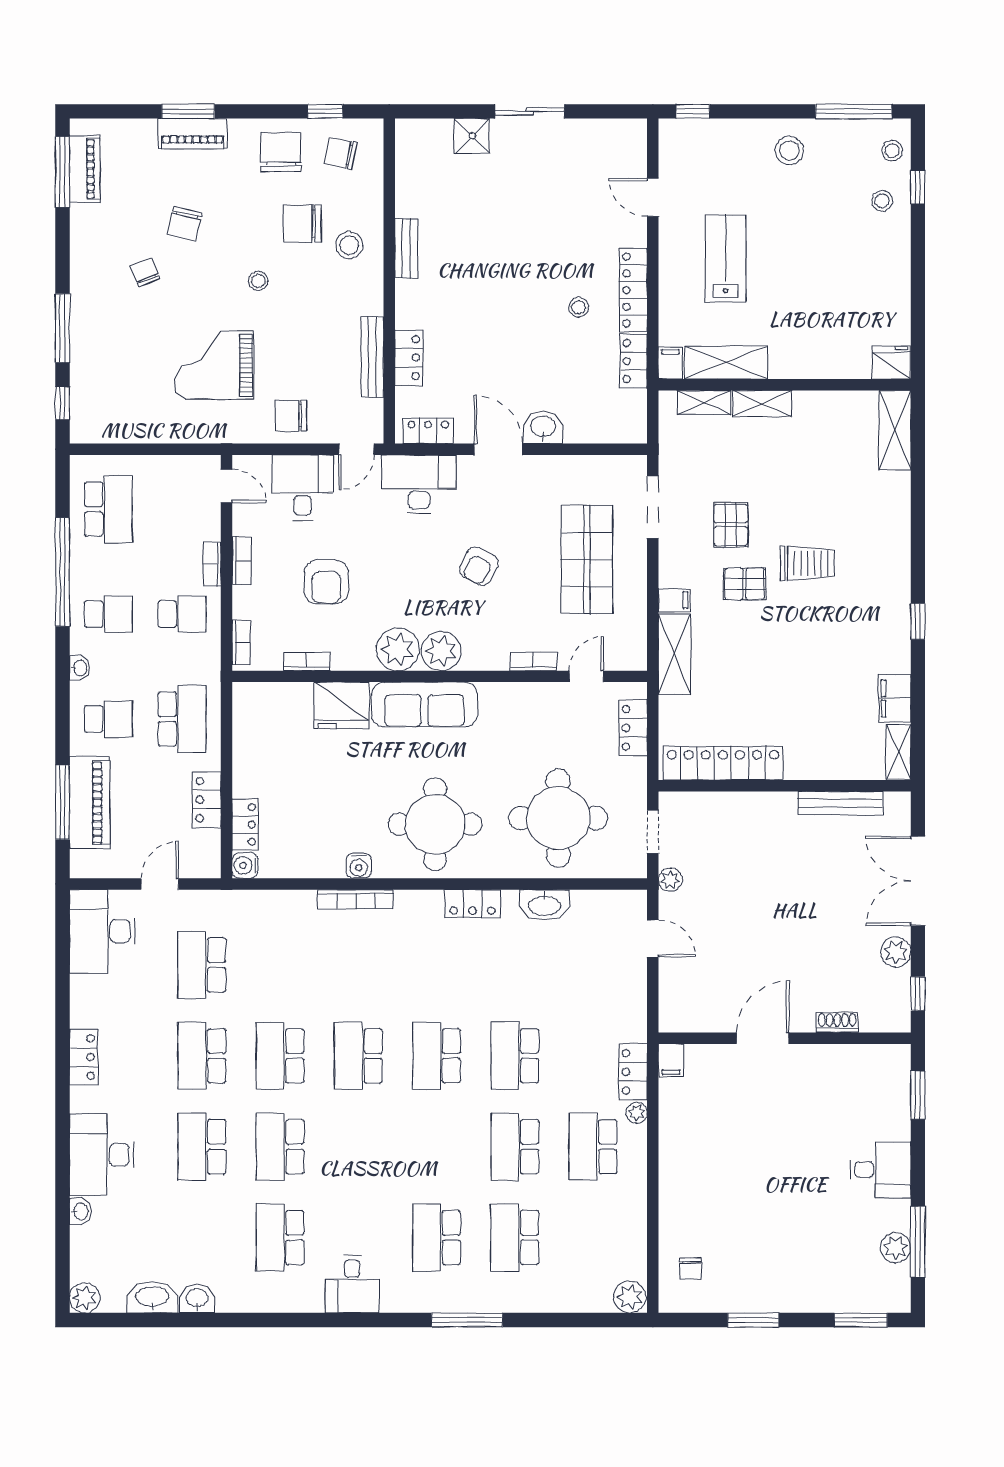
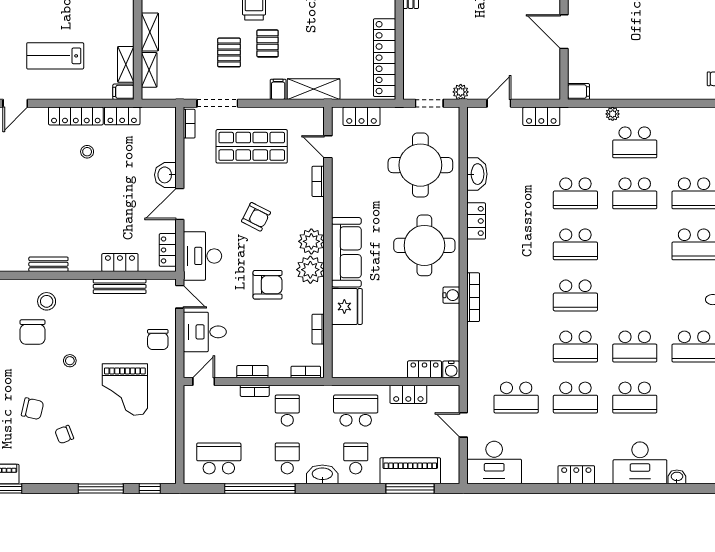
shelving: (726, 363) -> (126, 64), width x0.67, depth x0.75
bookcase: (622, 464) -> (189, 124), added
pallet: (731, 525) -> (229, 52), turned 90
armchair: (326, 582) -> (268, 285), moved
washbasin: (80, 668) -> (322, 474), width x1.91, depth x1.45
locker: (633, 1072) -> (541, 116), moved

